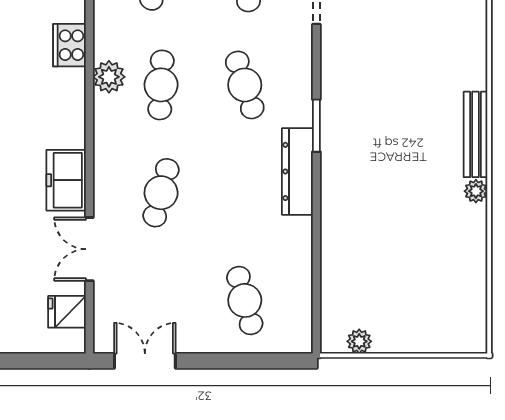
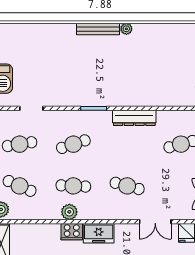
cooker: (69, 45) -> (72, 232), moved
dresser: (297, 171) -> (134, 118), moved
freezer: (66, 180) -> (99, 233), moved

